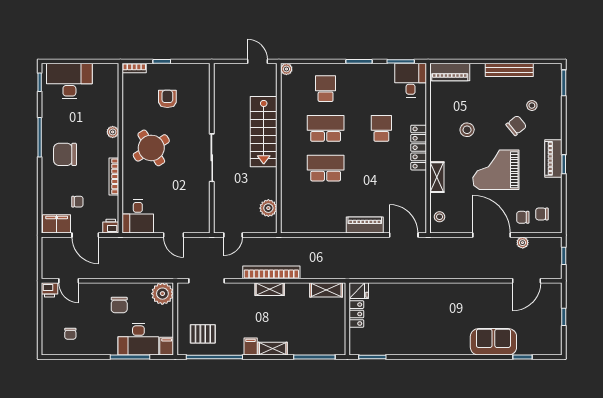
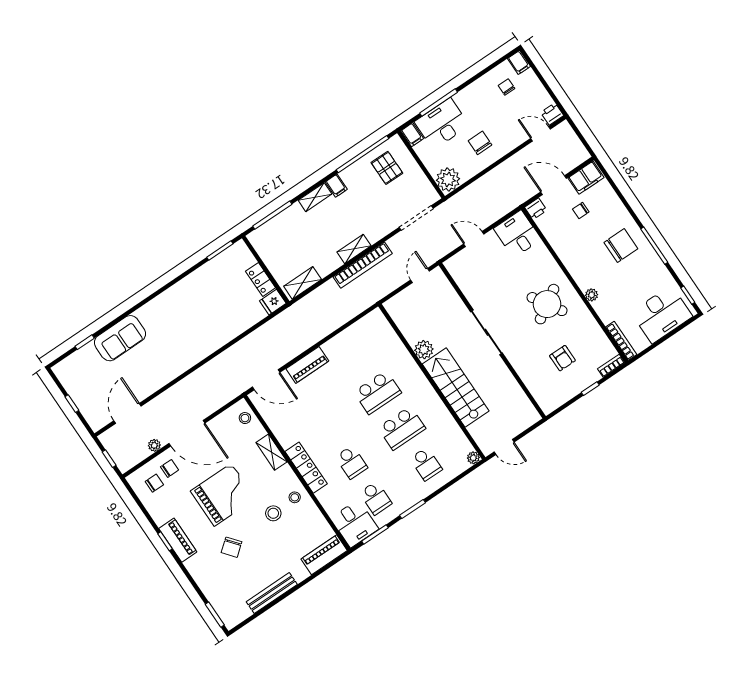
school desk: (381, 89) -> (376, 498), added
stool: (532, 106) -> (295, 497), moved
bookcase: (114, 176) -> (621, 341), moved
plant: (268, 208) -> (424, 350), moved
pallet: (203, 334) -> (387, 168), turned 90
filing cabinet: (48, 346) -> (519, 62), added

